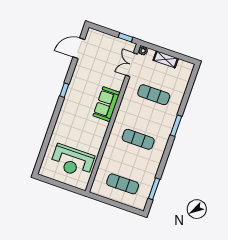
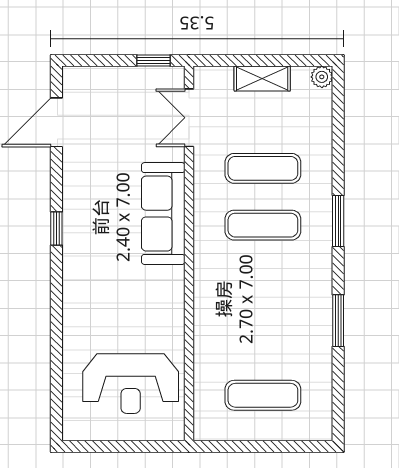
plant: (143, 51) -> (322, 77), moved
sofa: (106, 104) -> (163, 214), width x1.36
exercise mat: (138, 139) -> (263, 225), moved
window: (154, 189) -> (338, 321), moved

